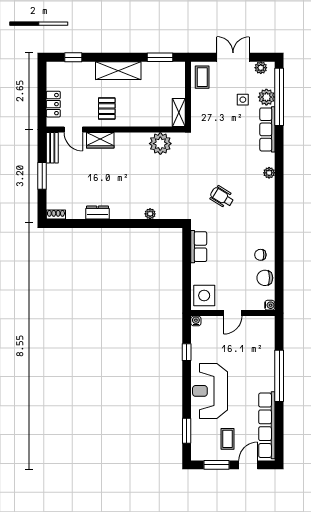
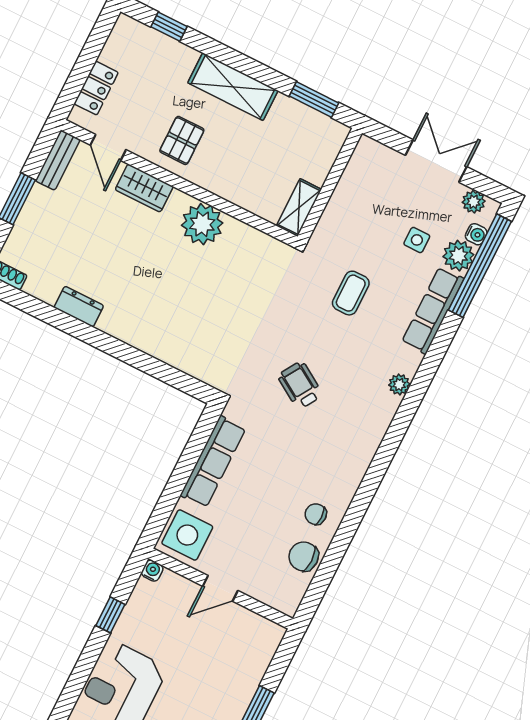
coffee table: (202, 77) -> (351, 293), moved
plant: (160, 144) -> (202, 224), moved
plant: (150, 214) -> (166, 353), removed
row of seats: (199, 247) -> (213, 462), width x1.48
water cooler: (270, 305) -> (476, 234), moved

